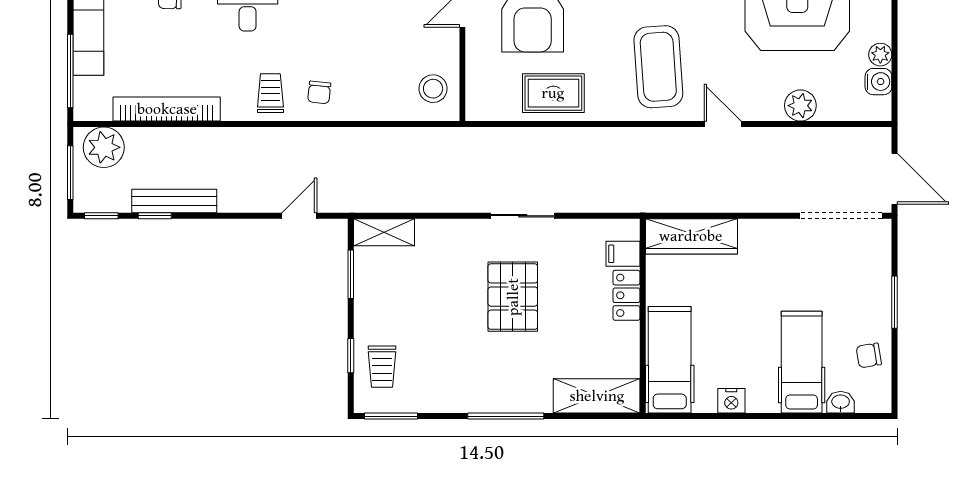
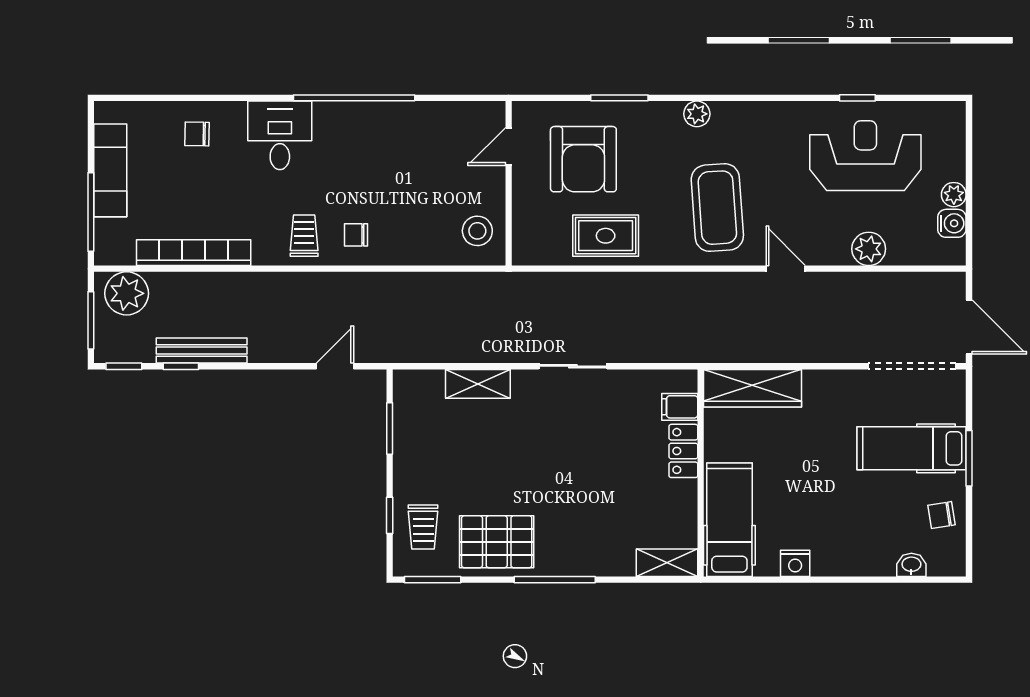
chair: (319, 92) -> (356, 235), turned 84
shelving: (384, 232) -> (478, 384), moved
pallet: (513, 297) -> (497, 542), moved, turned 90
hospital bed: (802, 362) -> (912, 448), moved, turned -90
shelving: (597, 396) -> (667, 563), width x0.67, depth x0.75

